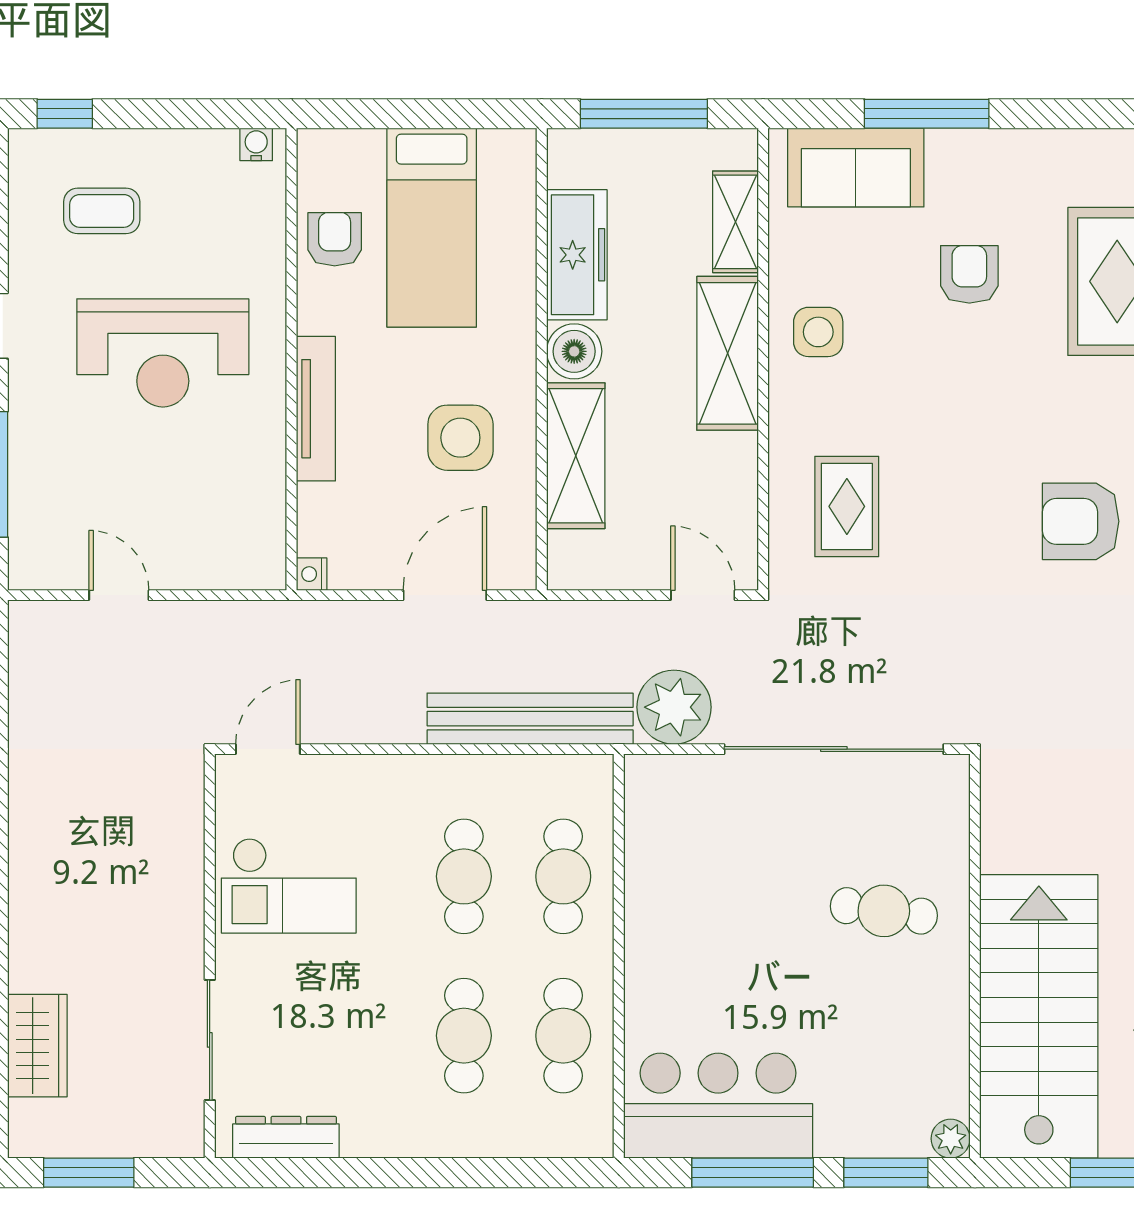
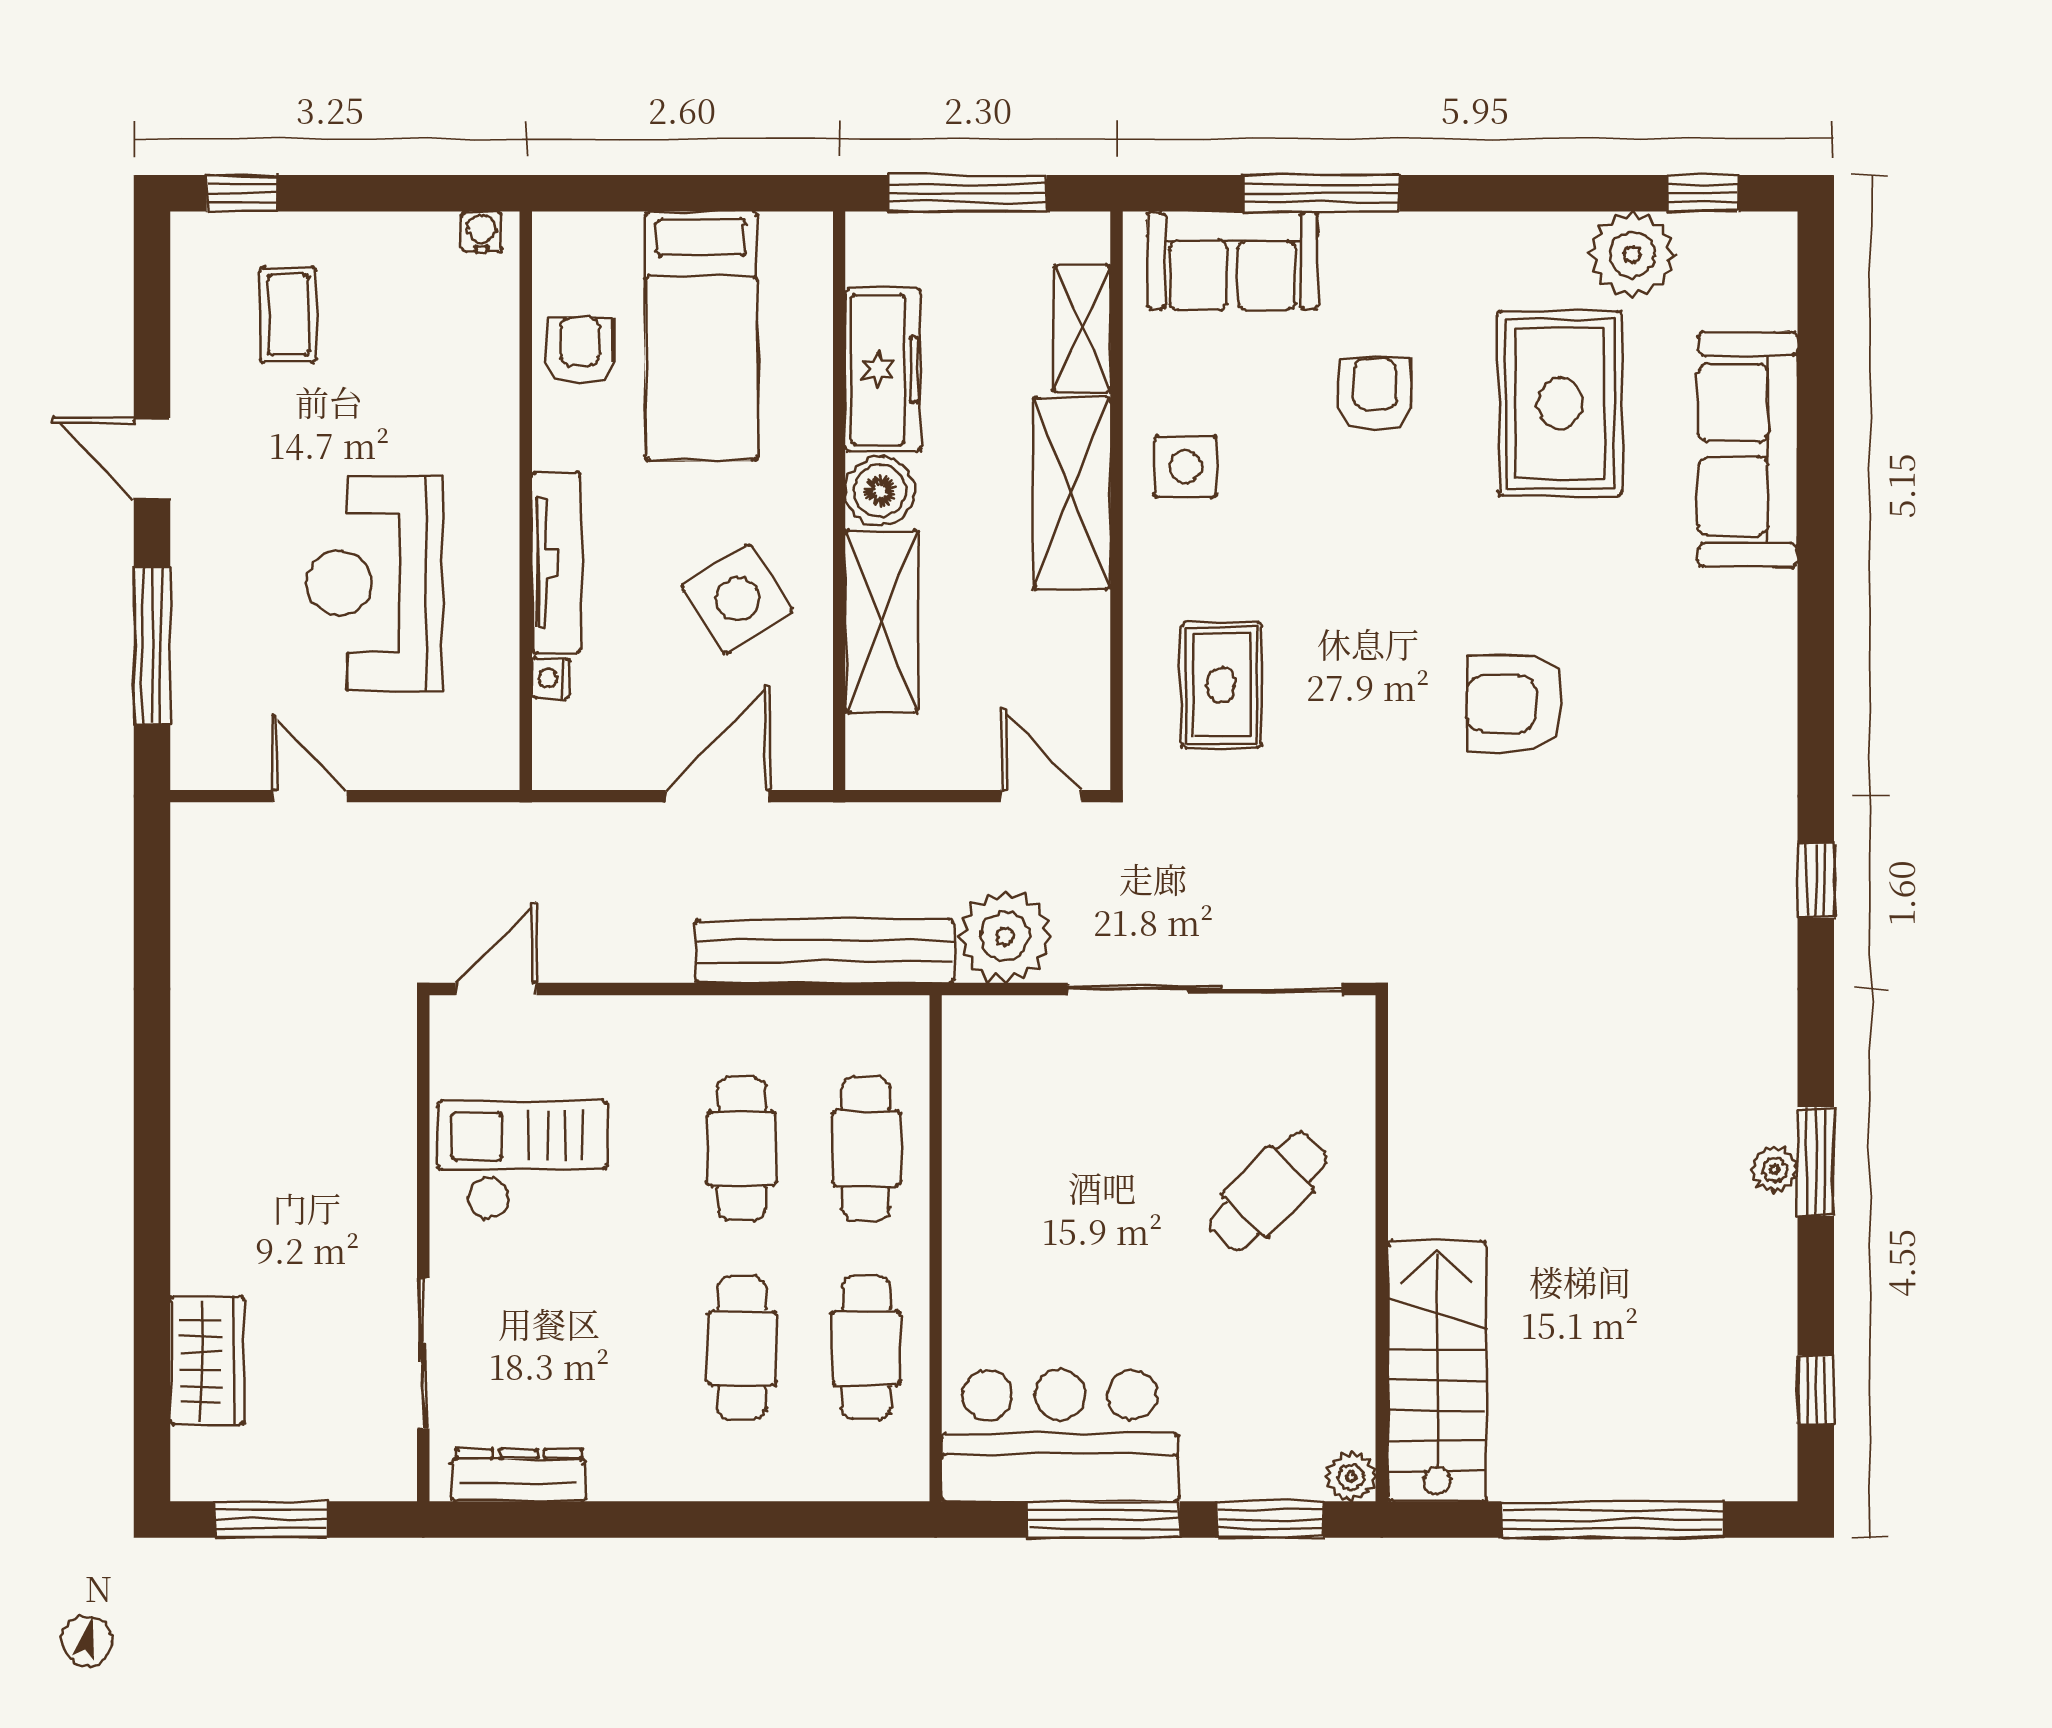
coffee table: (102, 211) -> (288, 315), turned 90
reception desk: (163, 353) -> (374, 583), moved, turned 90
side table: (460, 438) -> (737, 599), turned -33
nightstand: (312, 574) -> (551, 678), moved
checkout: (289, 886) -> (522, 1160), turned 180
cafe table: (884, 911) -> (1268, 1192), turned -54
stairs: (1039, 1016) -> (1437, 1371), width x0.73, depth x0.66

